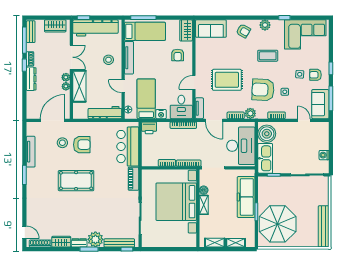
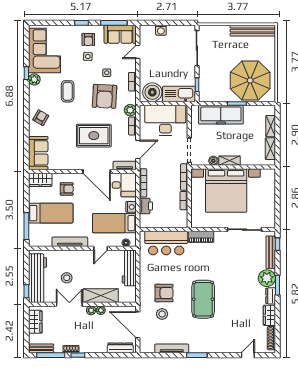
plant: (265, 25) -> (34, 79), moved
bed: (145, 31) -> (51, 213), moved, turned 90
stool: (109, 60) -> (67, 278), moved
dresser: (31, 79) -> (120, 348), moved
rug: (227, 80) -> (94, 136), turned 90
door: (194, 82) -> (97, 171), width x1.88
printer: (149, 128) -> (146, 206), moved
armchair: (82, 145) -> (164, 293), turned 90
washing machine: (324, 155) -> (161, 30), moved
door: (24, 232) -> (248, 355), moved

